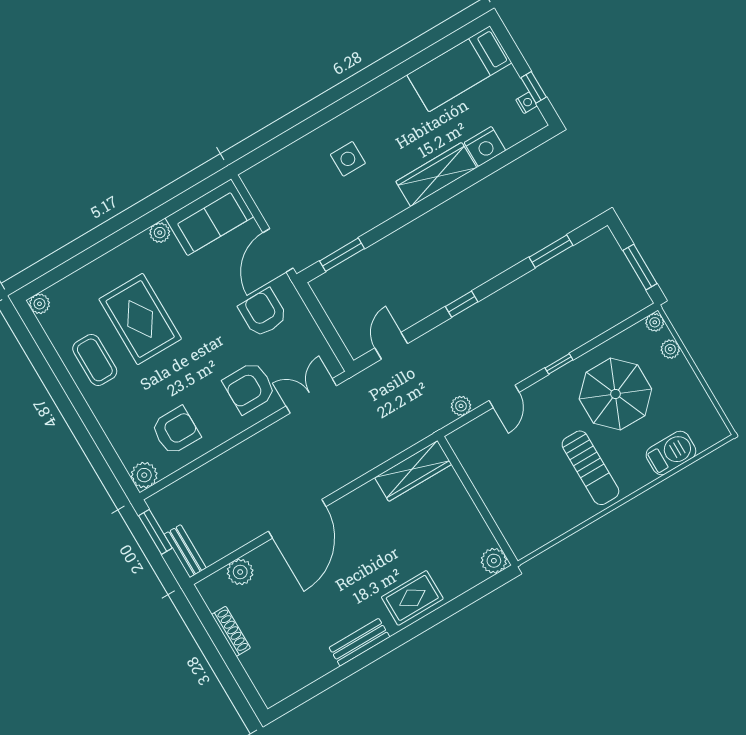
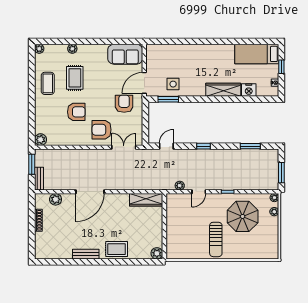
window: (534, 87) -> (281, 67), moved
side table: (348, 159) -> (173, 84), moved
plant: (160, 233) -> (72, 49), moved
rug: (140, 319) -> (75, 78), width x0.73, depth x0.70
armchair: (176, 431) -> (76, 112), moved
barbecue: (671, 453) -> (251, 252), removed

